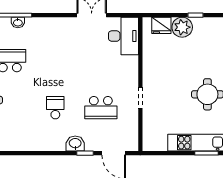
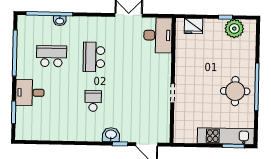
plant: (182, 27) -> (234, 29), moved
school desk: (101, 108) -> (94, 57), moved, turned 90

